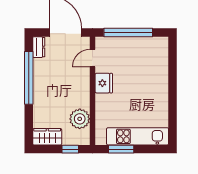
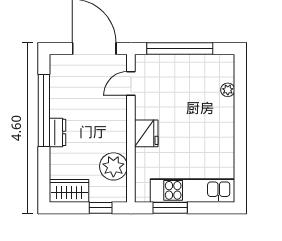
dresser: (39, 47) -> (58, 132), moved
plant: (163, 63) -> (228, 90), added
fridge: (104, 83) -> (146, 133), moved

